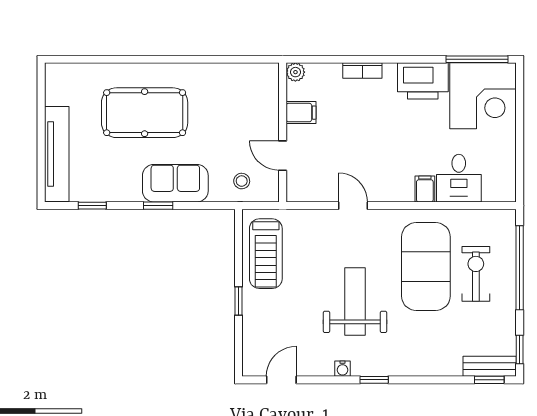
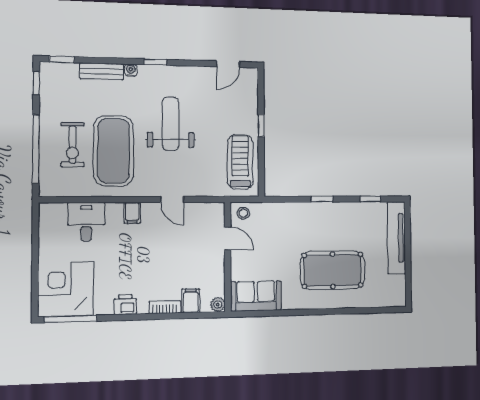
printer: (423, 81) -> (125, 305), width x0.53, depth x0.68
filing cabinet: (301, 113) -> (191, 301), moved, turned 90
stool: (242, 181) -> (243, 213), moved
sofa: (175, 183) -> (256, 296), moved, turned 180
filing cabinet: (425, 189) -> (132, 213), moved
weight bench: (355, 302) -> (171, 124), turned 180
bench: (490, 366) -> (102, 71), moved
water cooler: (342, 369) -> (131, 70), moved

